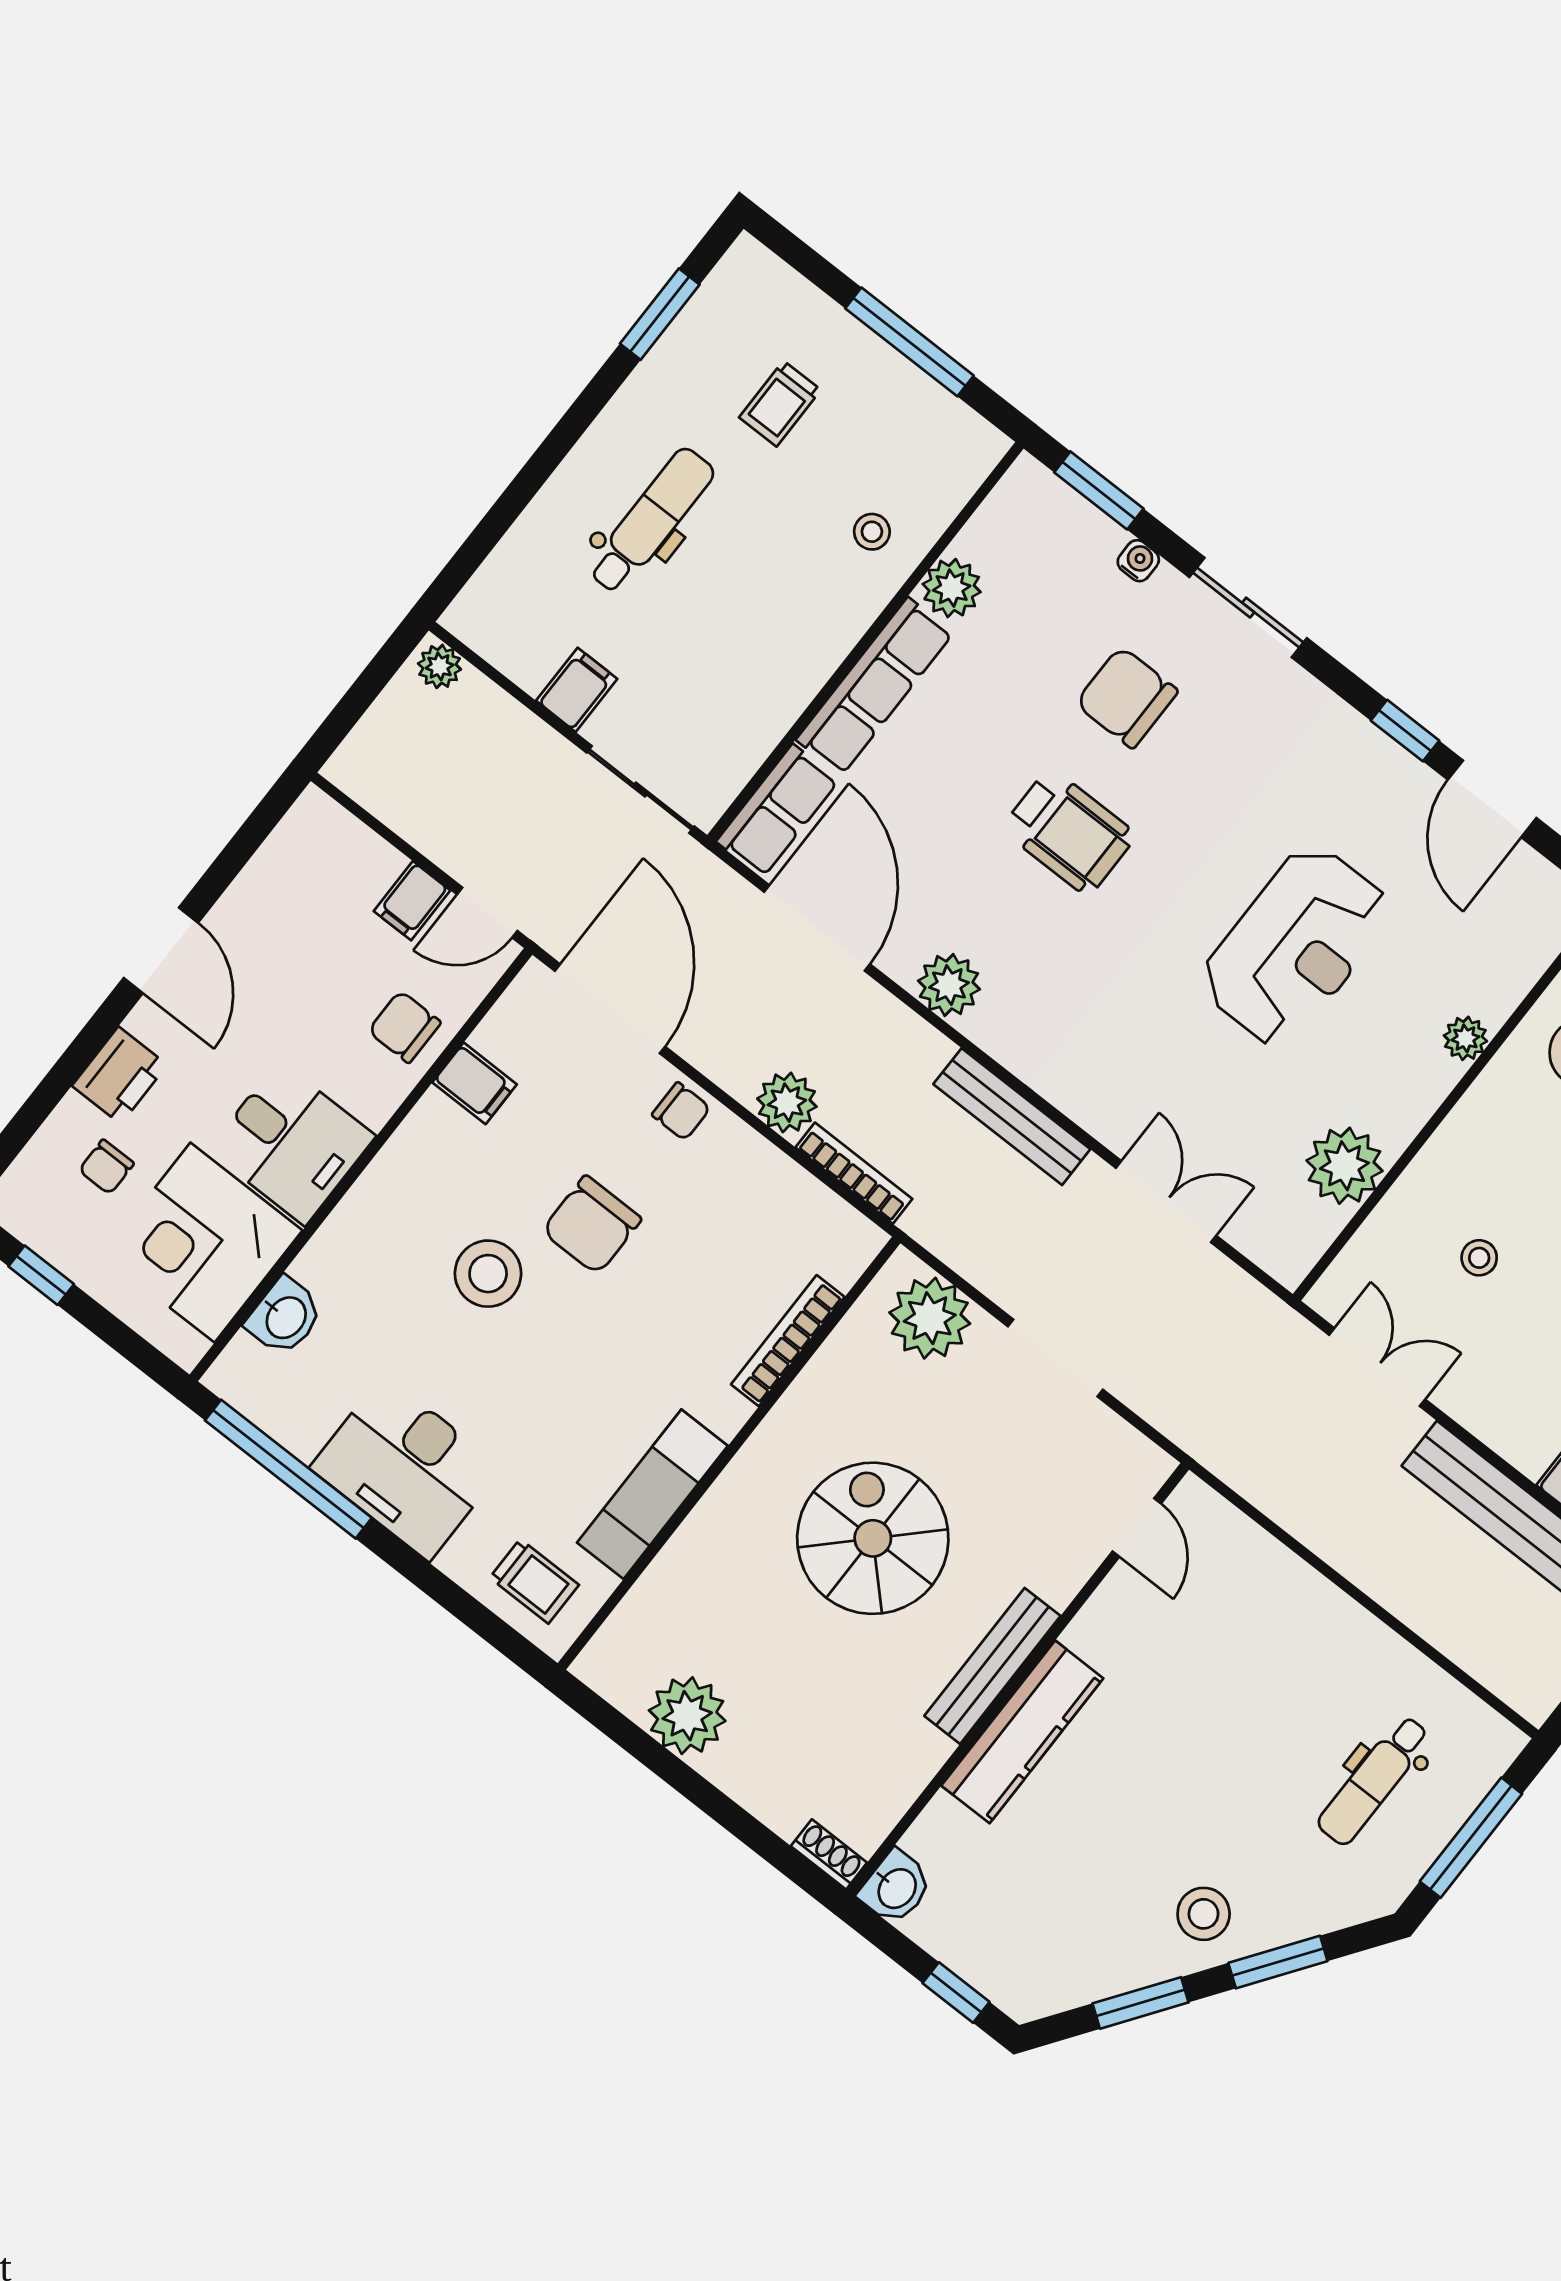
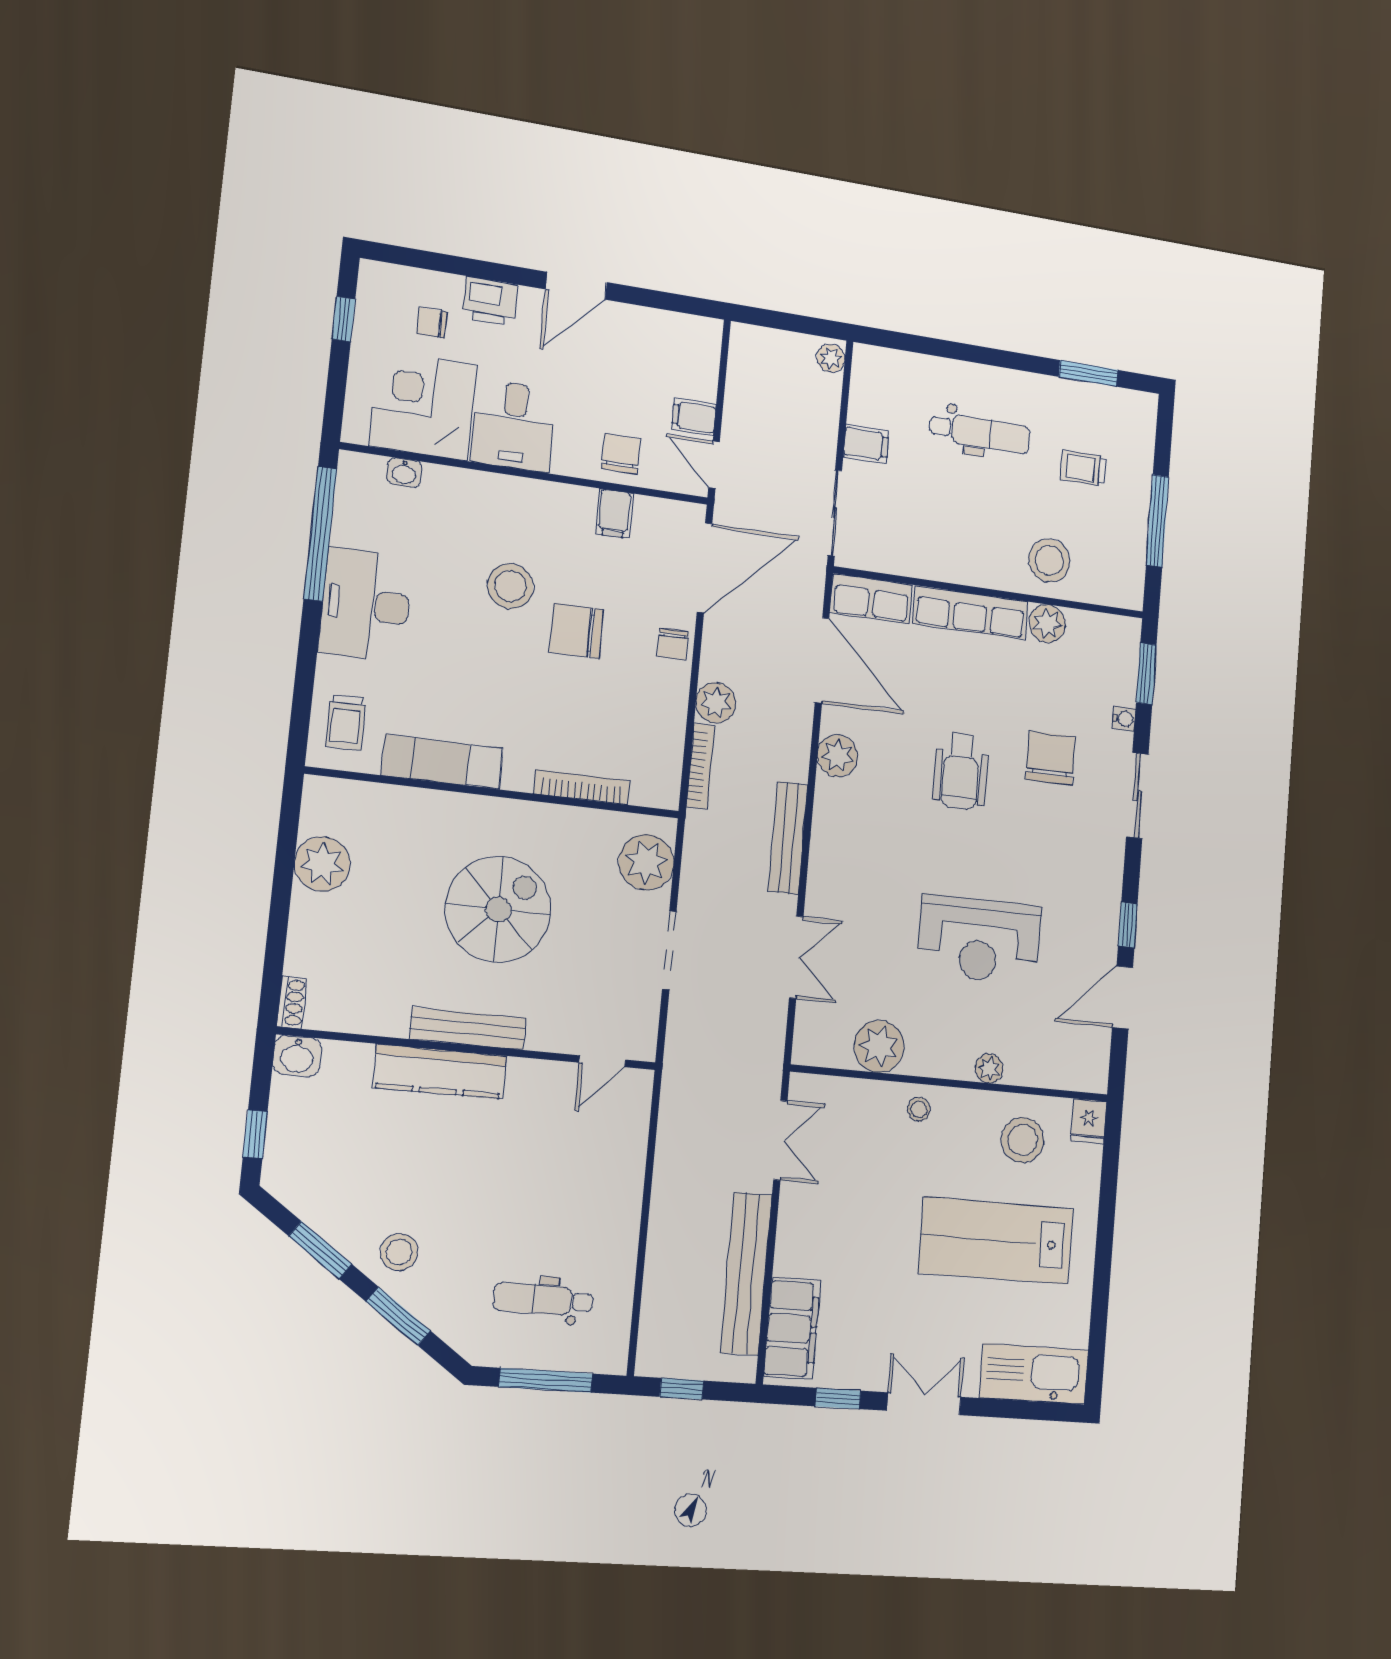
stool: (872, 532) -> (1049, 561), width x1.89, depth x1.89
door: (817, 928) -> (822, 660), hinge flipped
stool: (1479, 1258) -> (919, 1109), moved
washbasin: (285, 1317) -> (404, 473), width x0.72, depth x0.69

